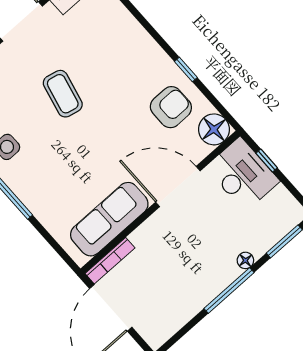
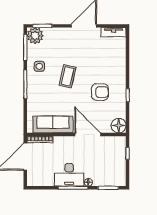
coffee table: (63, 94) -> (68, 76), moved
armchair: (171, 107) -> (100, 92), moved
desk: (243, 174) -> (69, 175), moved, turned 90

